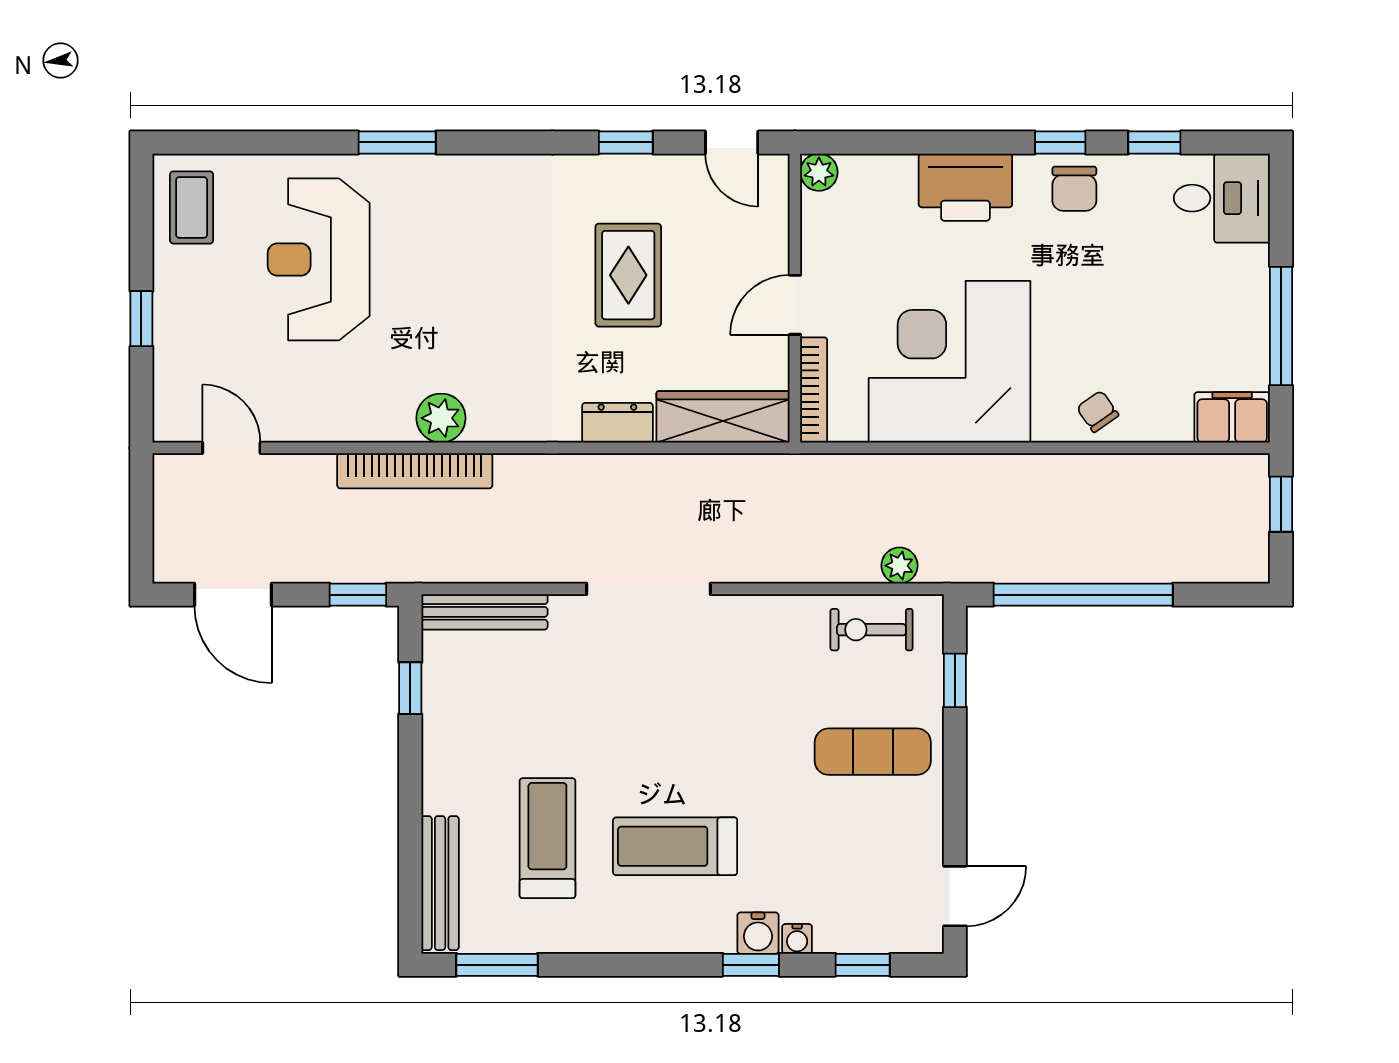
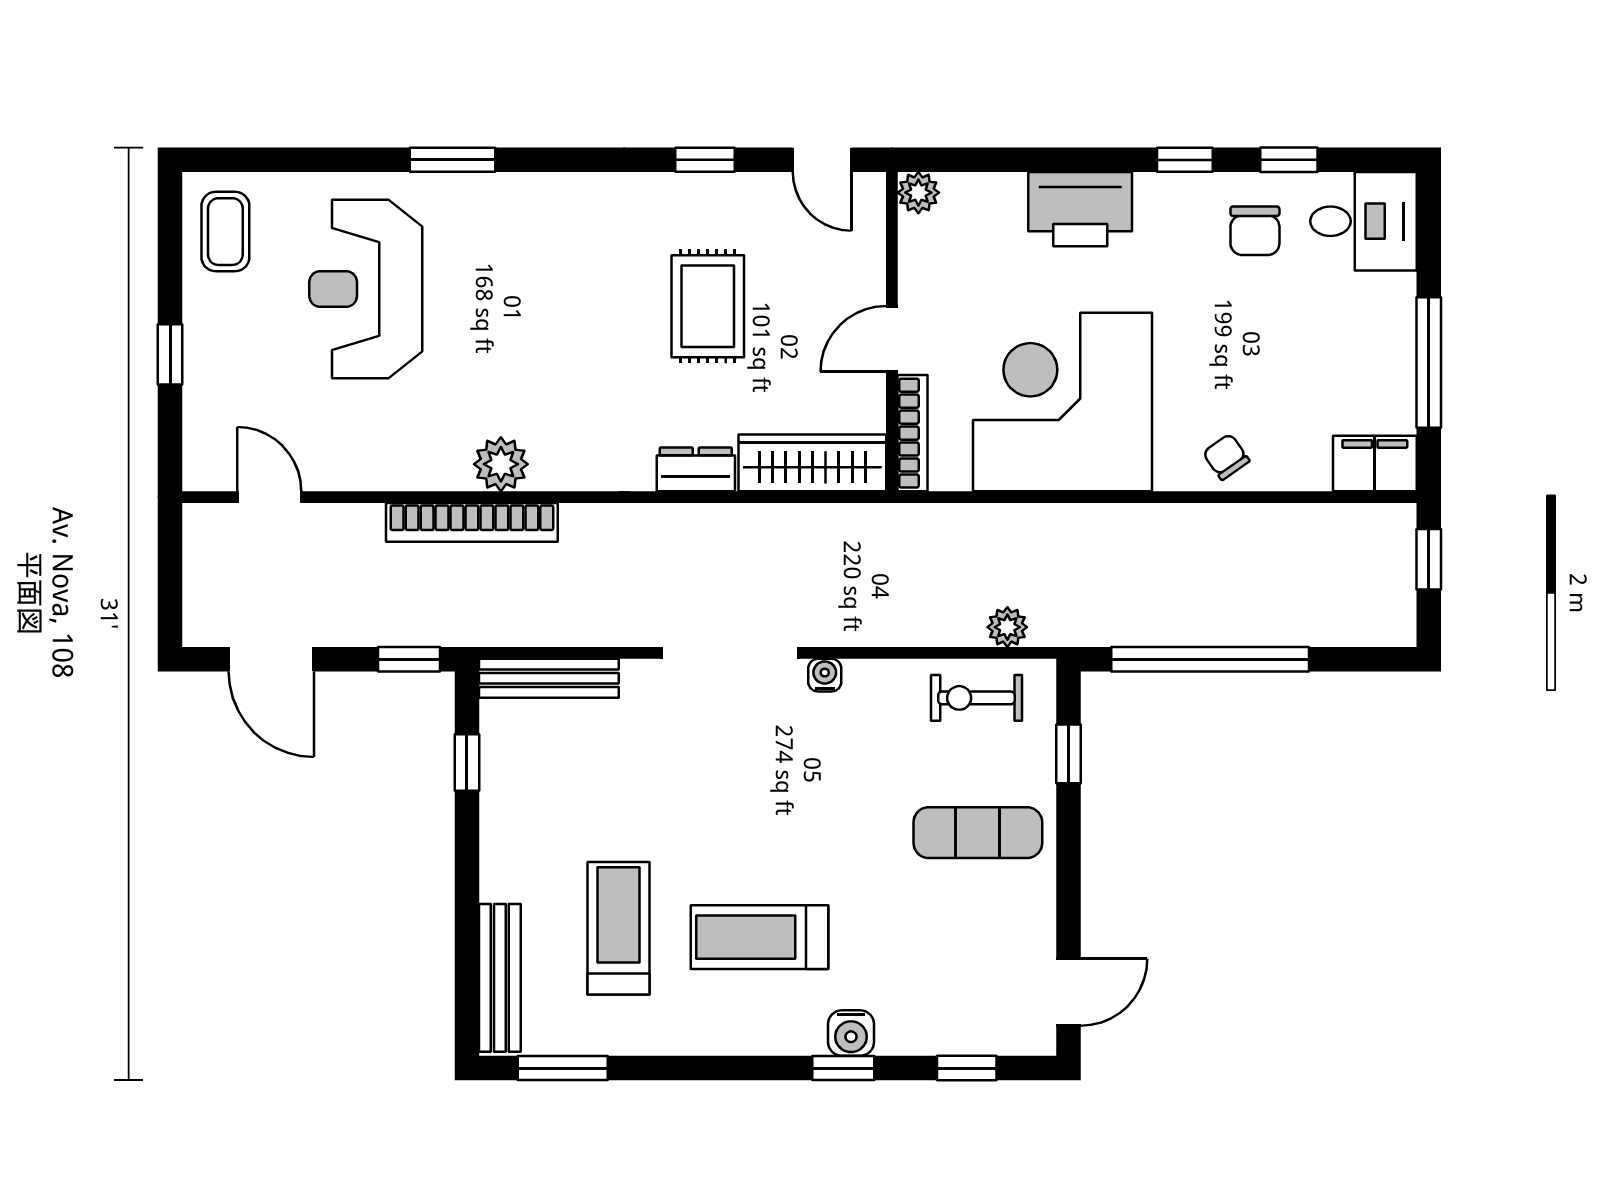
chair: (1074, 189) -> (1255, 231), moved
water cooler: (797, 939) -> (825, 675), moved, turned 180

